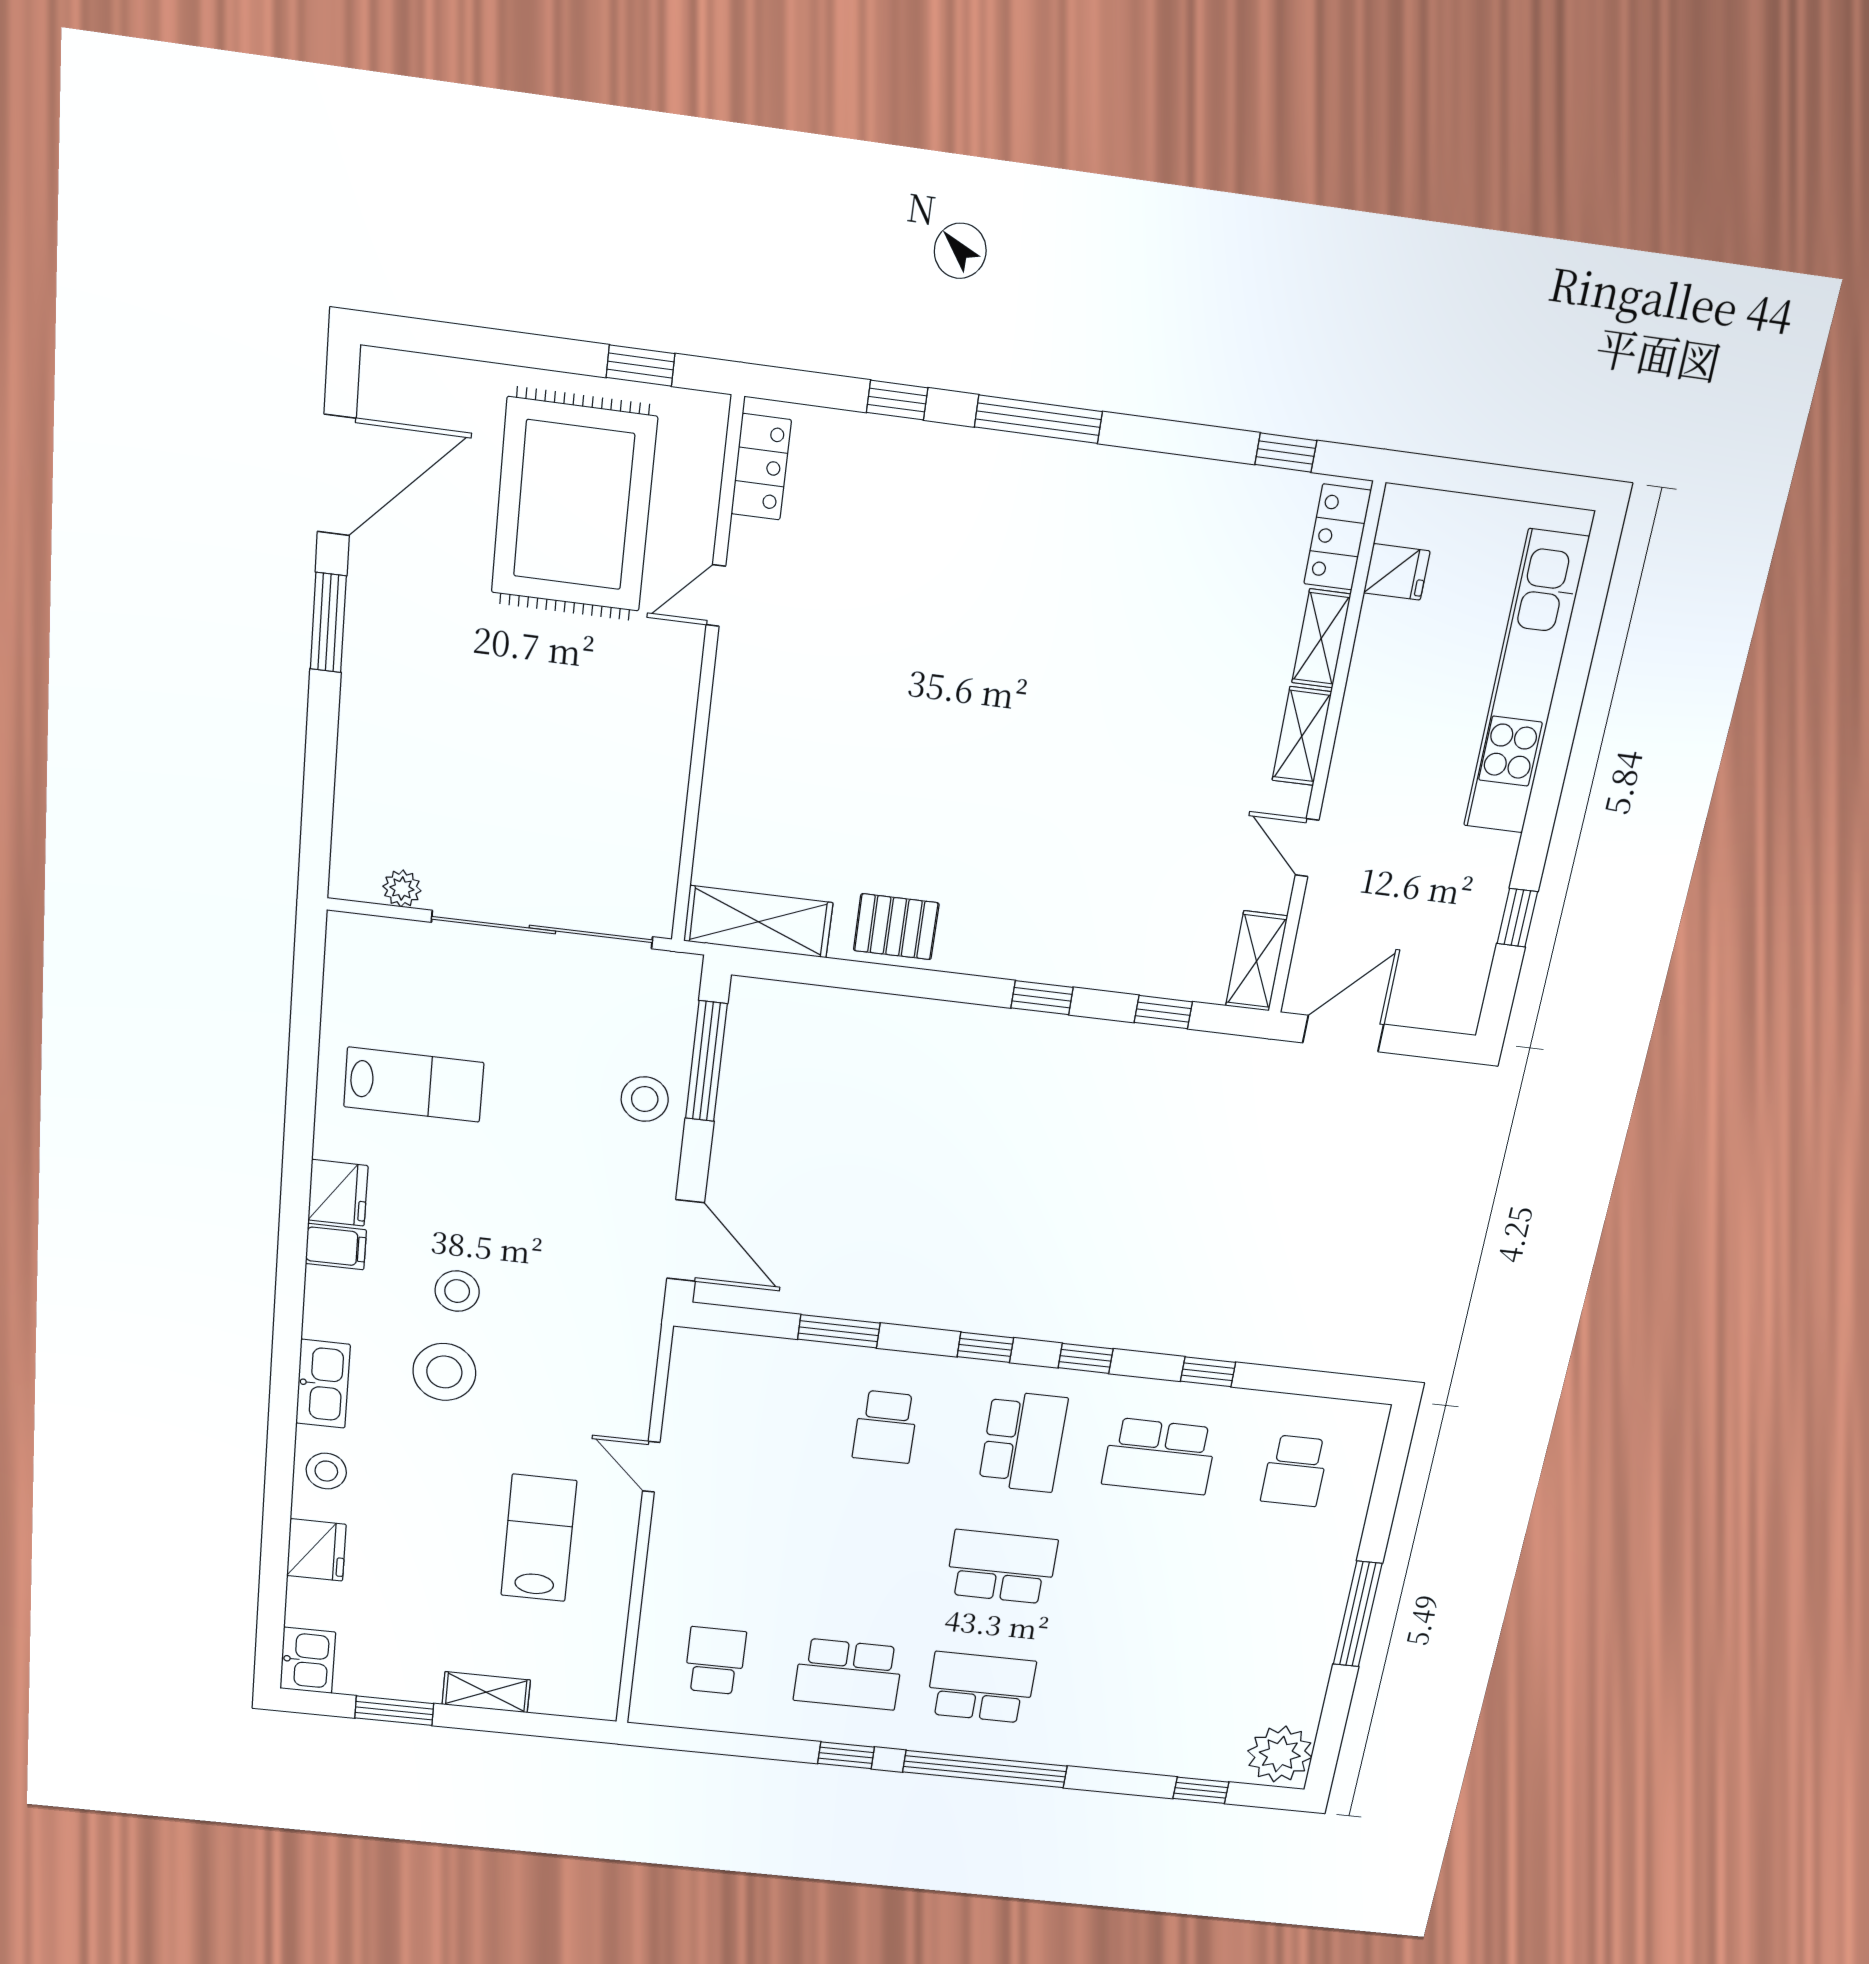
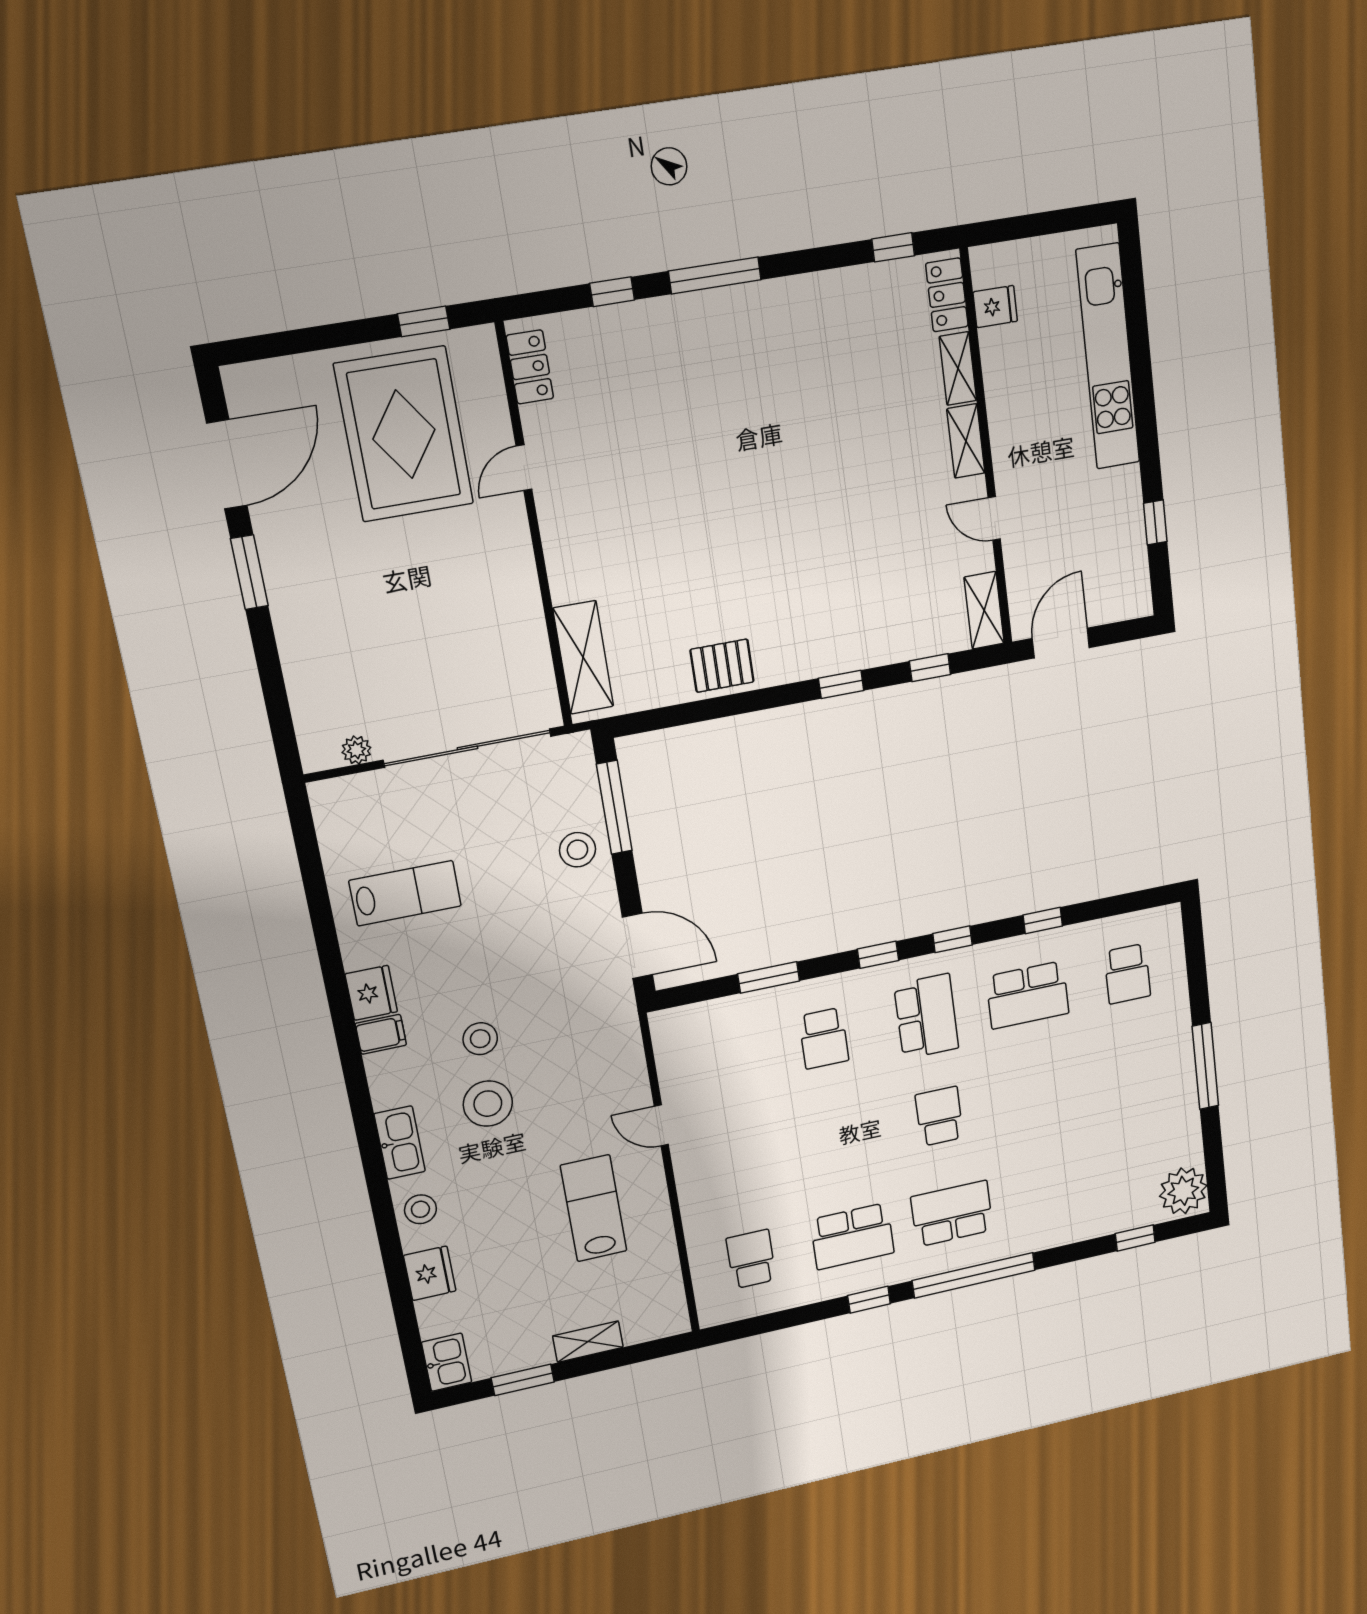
shelving: (758, 922) -> (583, 657), moved, turned 90
school desk: (1001, 1567) -> (939, 1116), width x0.54

